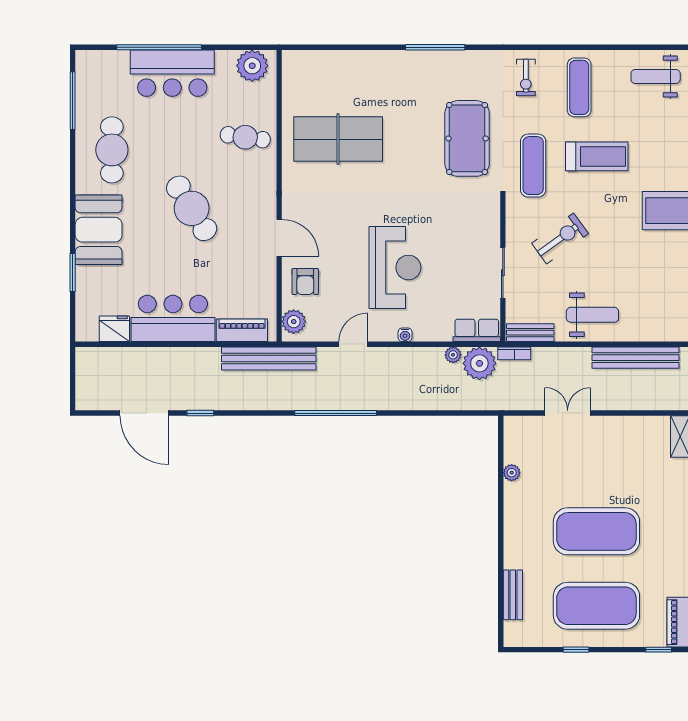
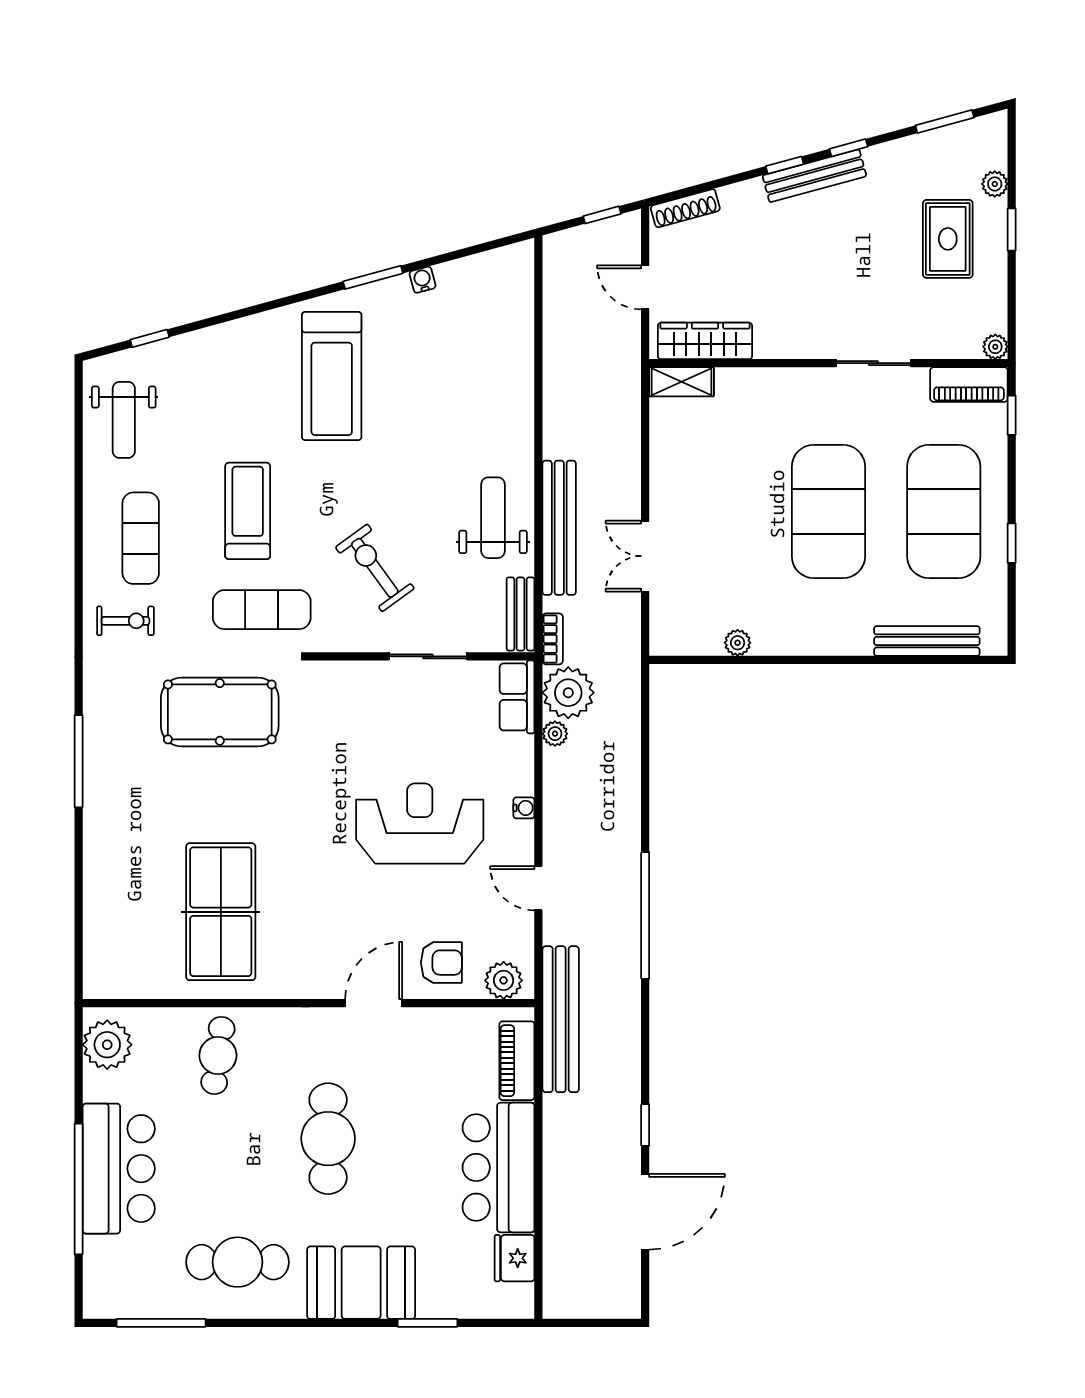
exercise mat: (579, 87) -> (141, 538), turned 90
cafe table: (192, 208) -> (328, 1139), turned -58
bench: (636, 358) -> (559, 528), moved
bench: (513, 595) -> (927, 641), width x1.36

